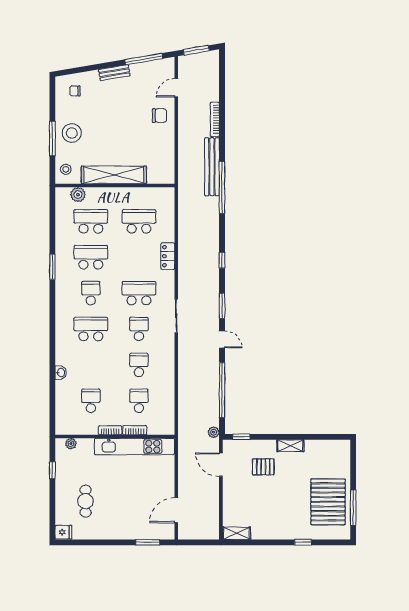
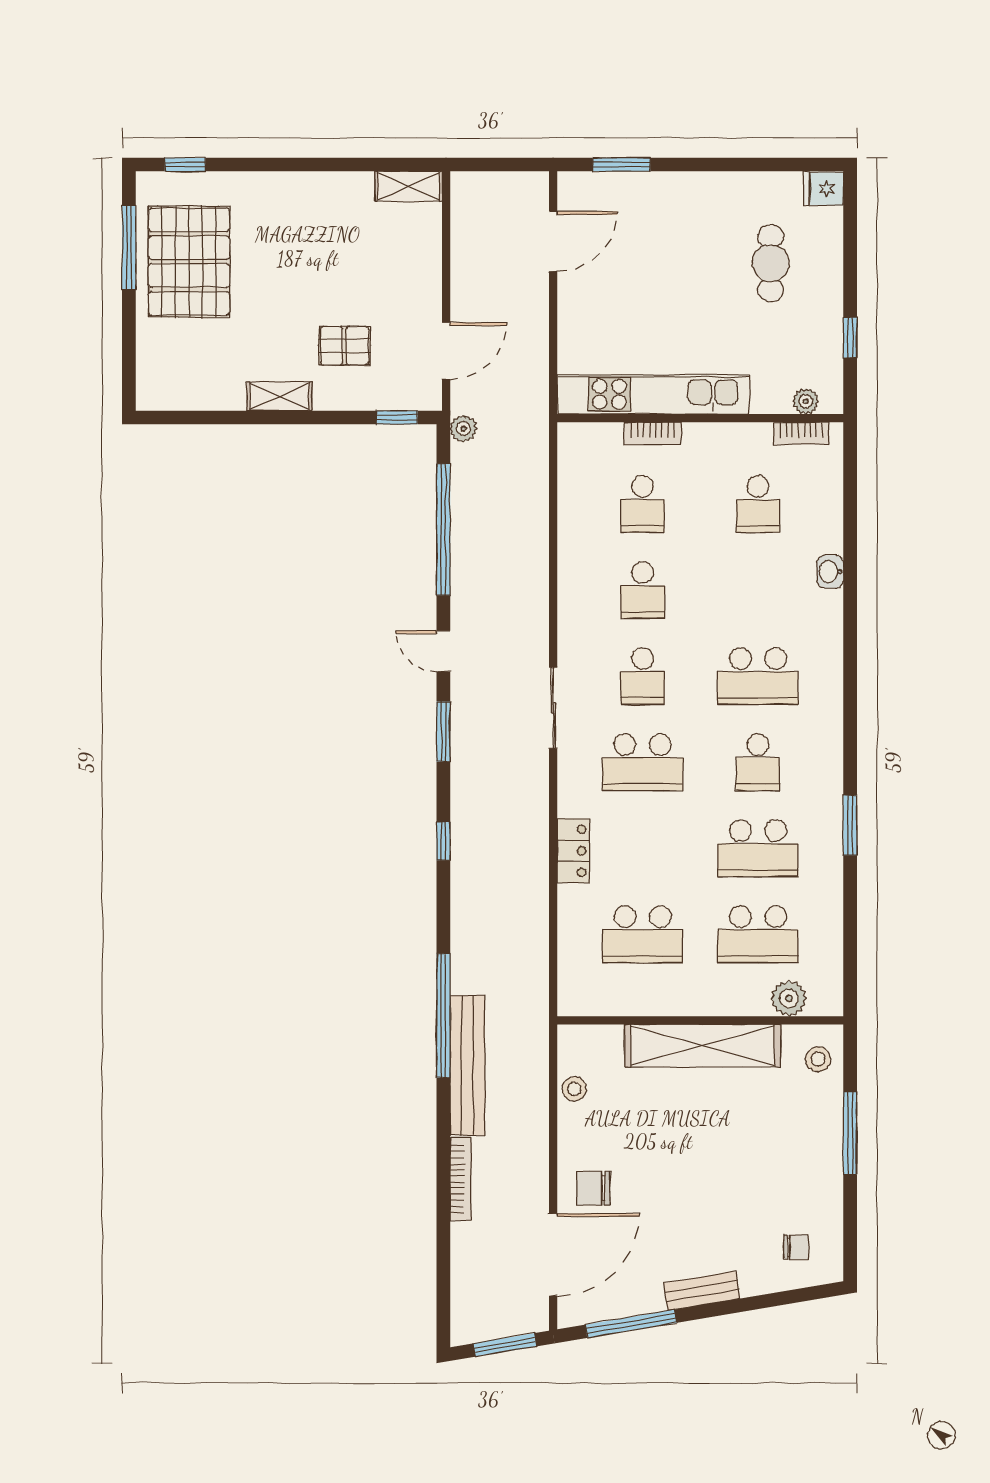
door: (176, 88) -> (553, 1255), width x1.88
stool: (72, 133) -> (574, 1089), moved, width x0.53, depth x0.53
bookcase: (110, 430) -> (801, 433), moved
door: (221, 465) -> (446, 351), hinge flipped
window: (303, 542) -> (185, 165), moved

